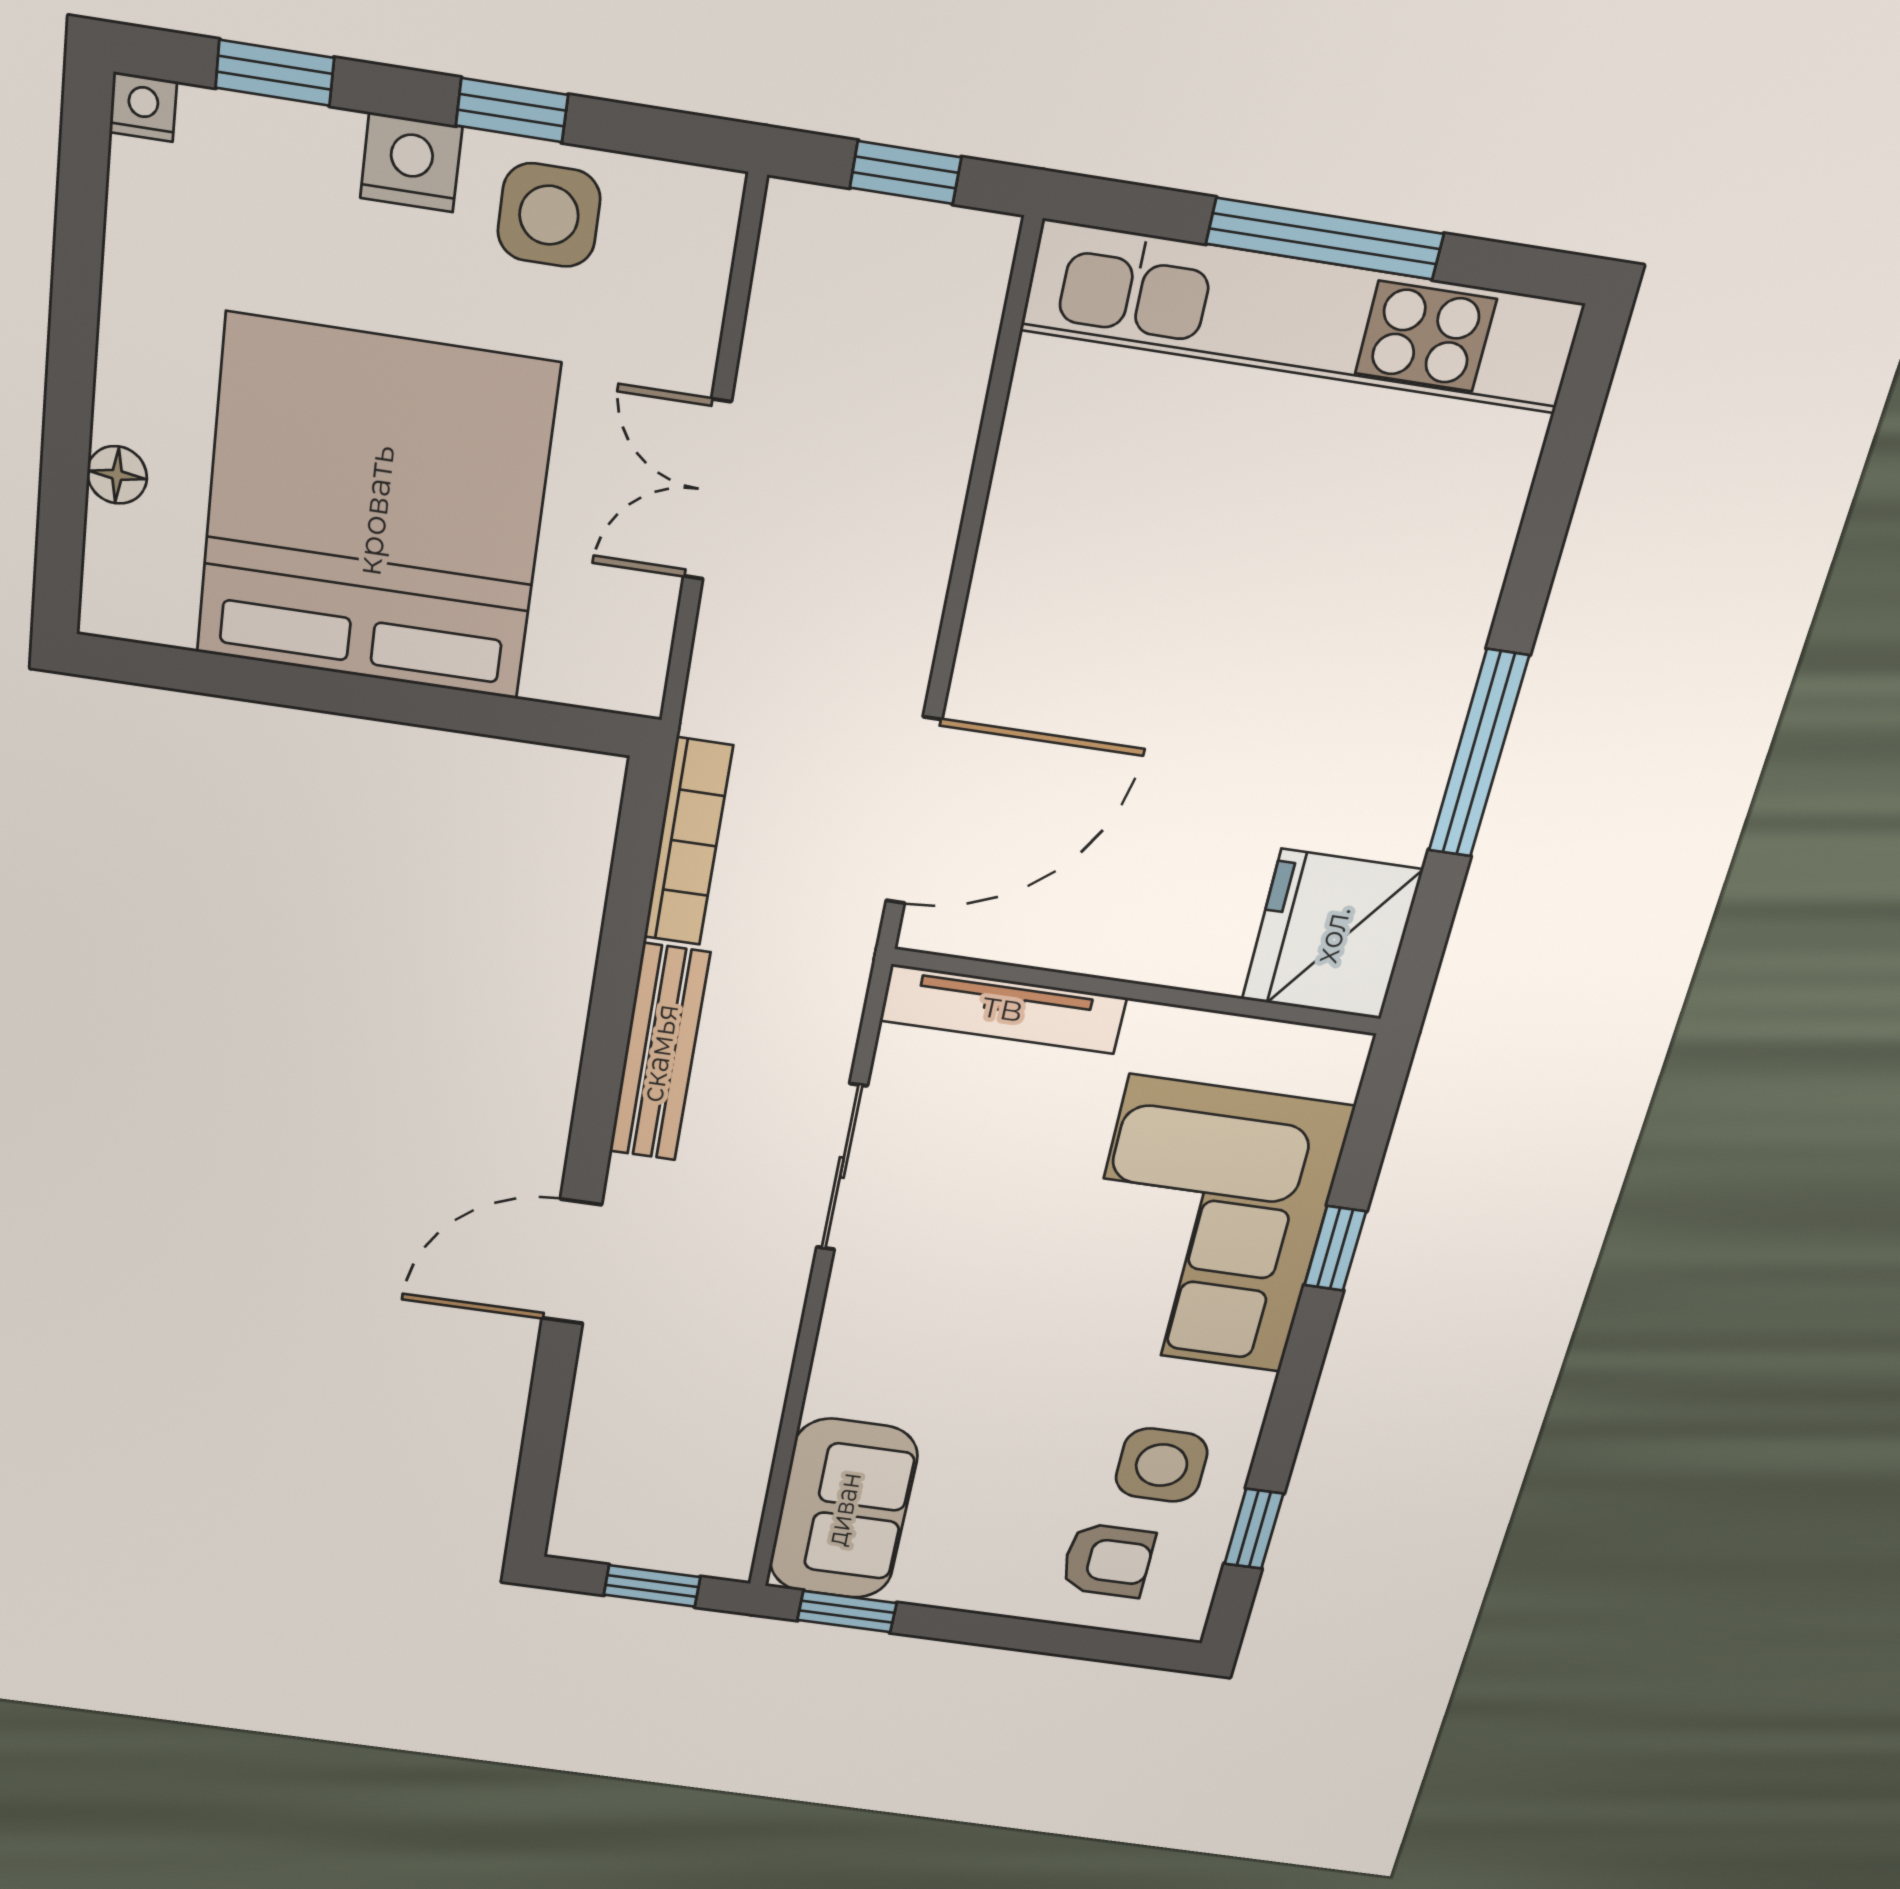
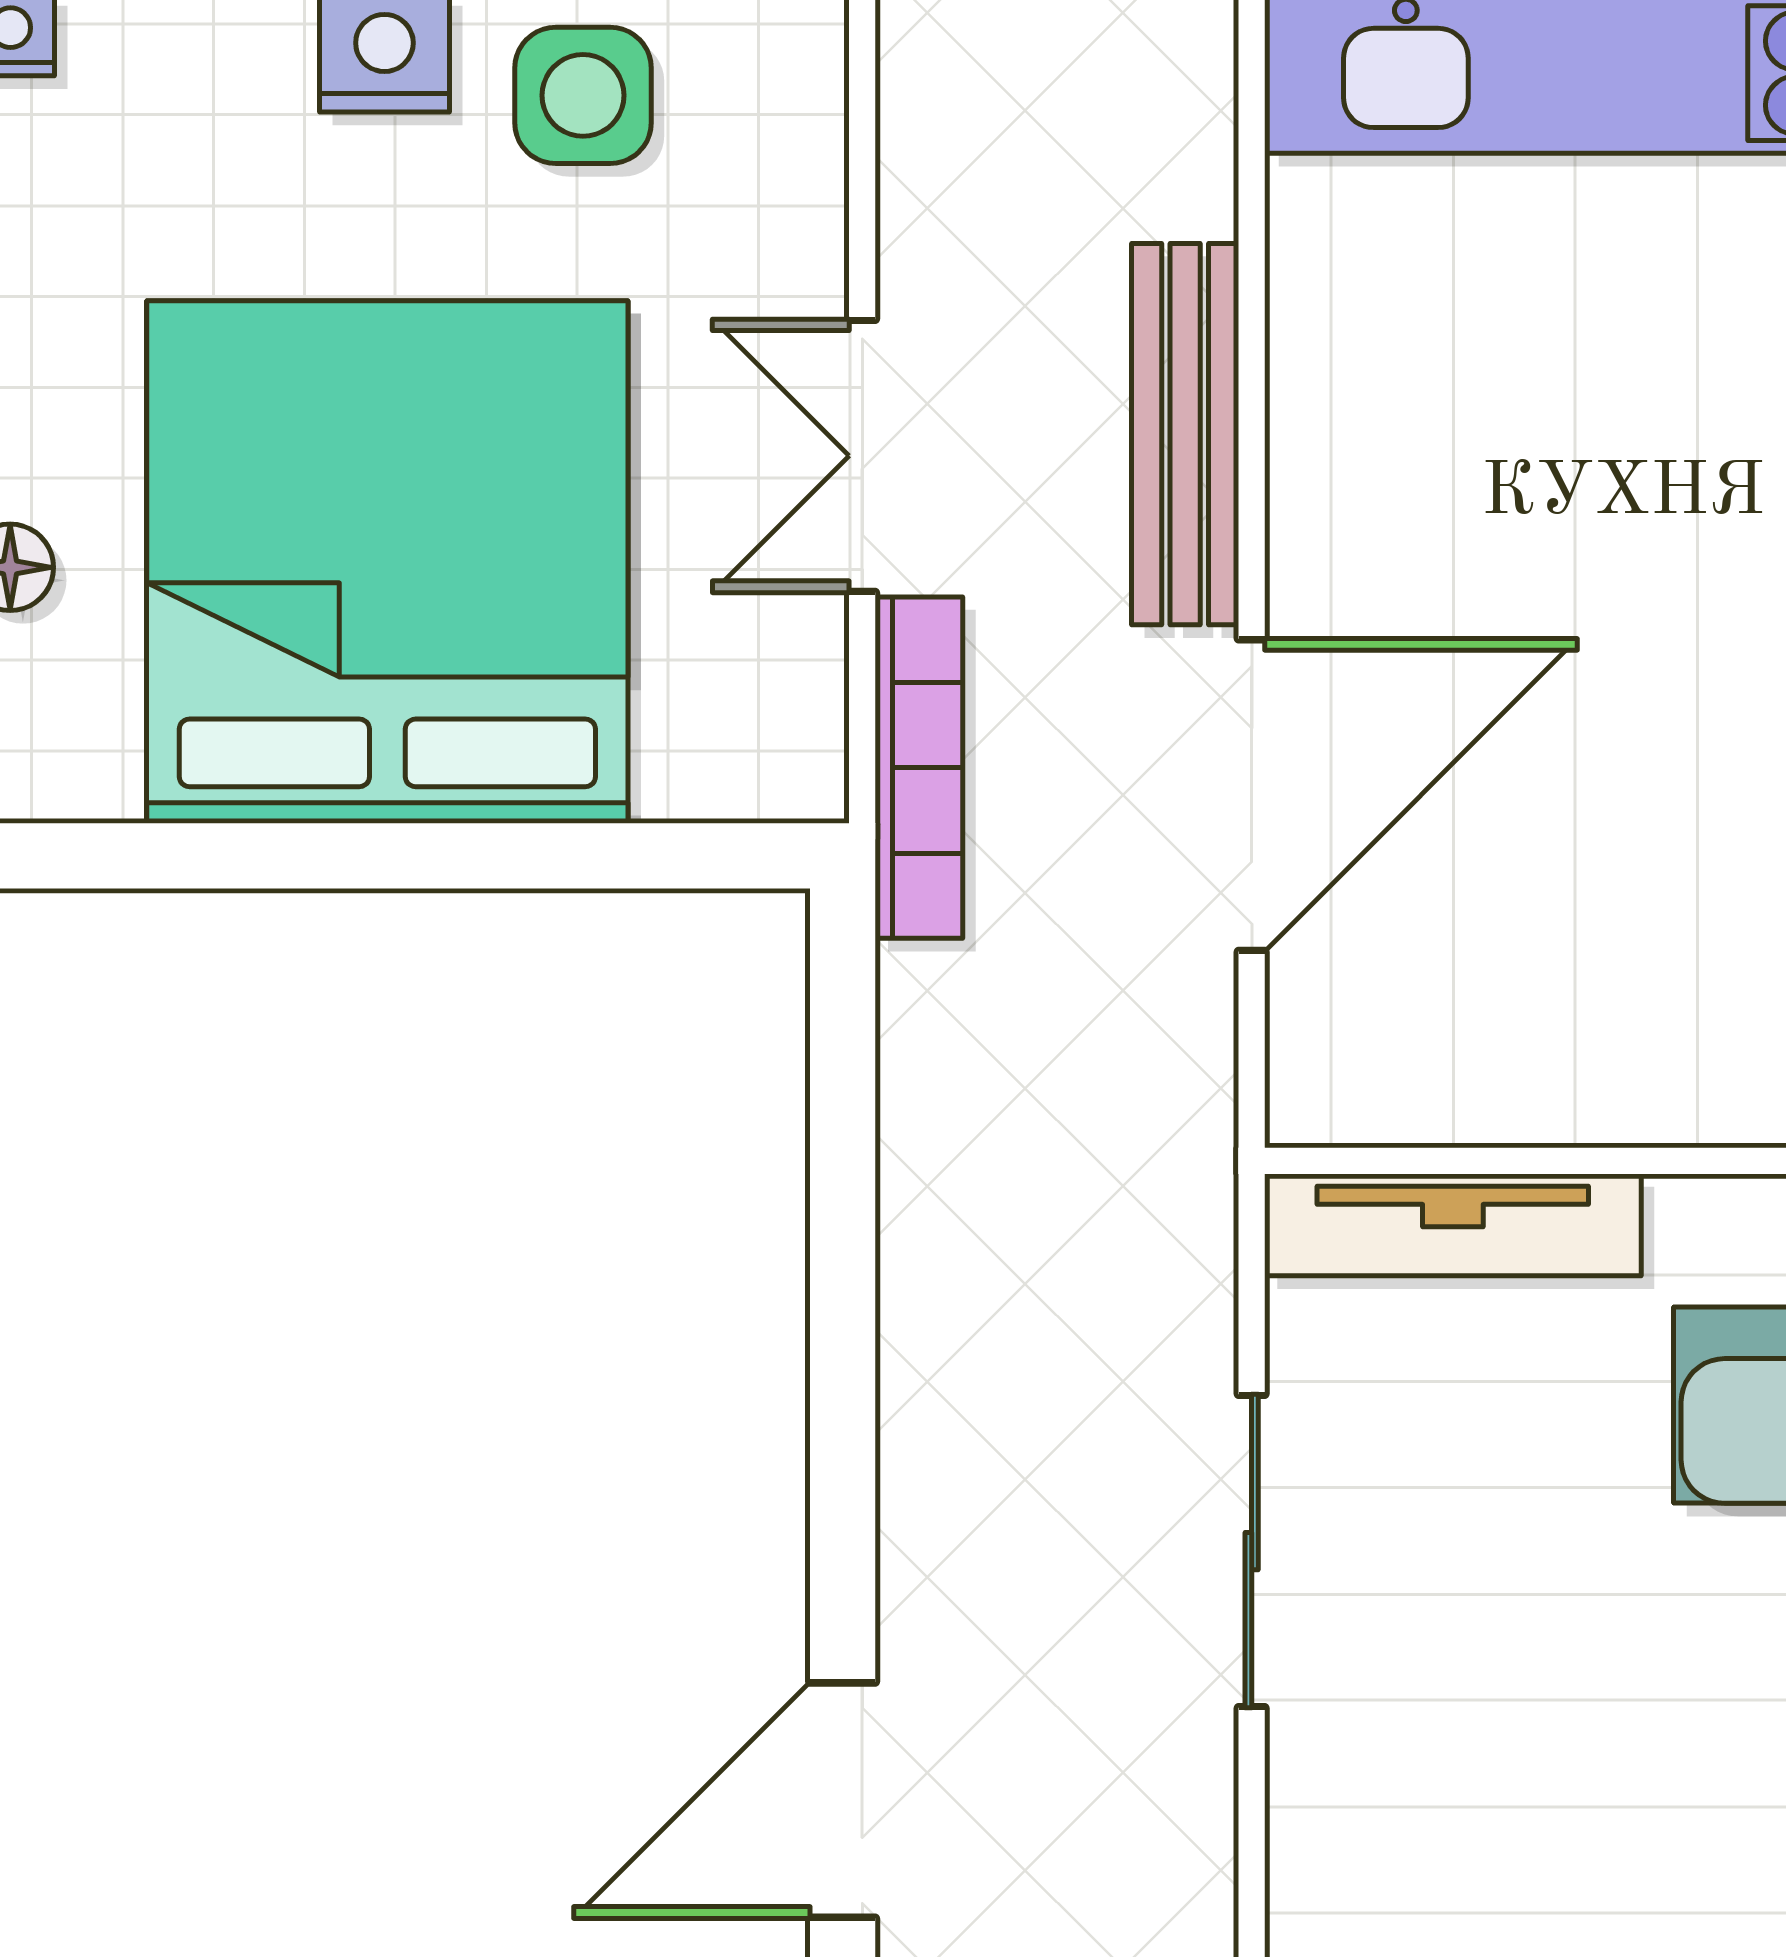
door: (914, 811) -> (1252, 795), moved
bookcase: (688, 842) -> (919, 768), moved
bench: (659, 1053) -> (1185, 434), moved

